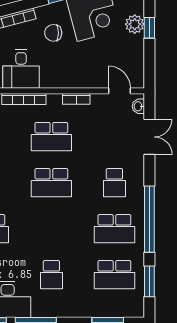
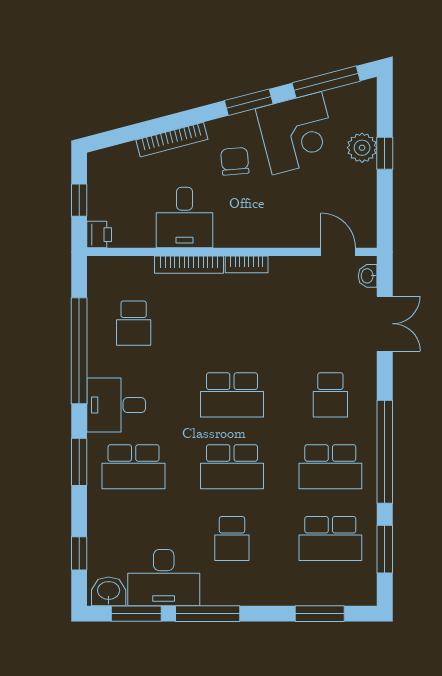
chair: (53, 33) -> (235, 161), turned 85
bookcase: (76, 99) -> (247, 264), moved
school desk: (51, 137) -> (232, 467), moved

